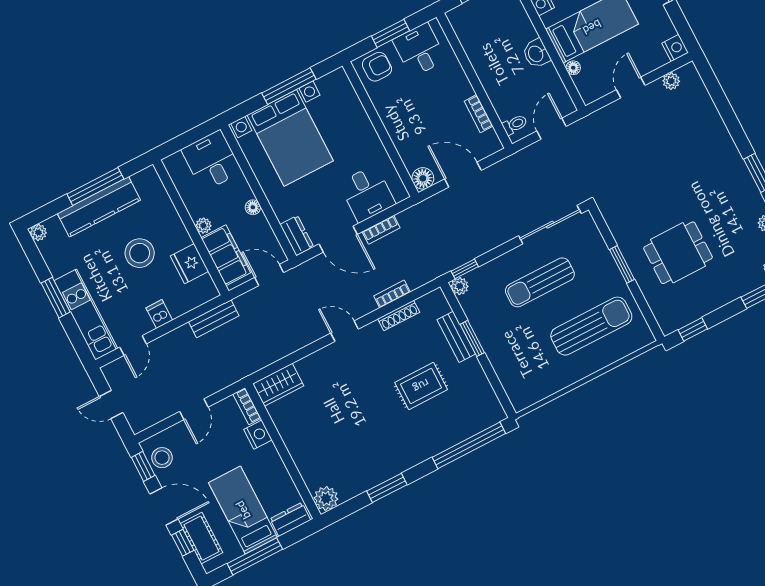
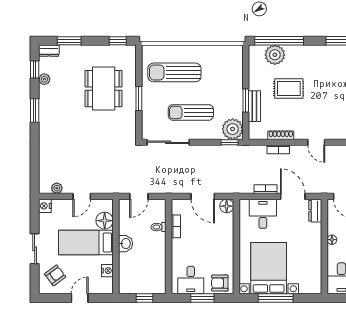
floor lamp: (573, 68) -> (105, 221), width x1.89, depth x1.89
toilet: (515, 124) -> (158, 227), moved
bed with nightstands: (290, 138) -> (269, 268), moved
dining table: (678, 253) -> (104, 89), width x1.38
sun lounger: (540, 282) -> (191, 112), turned 180
plant: (460, 286) -> (233, 129), width x1.88, depth x1.88
plant: (465, 423) -> (275, 55), added

